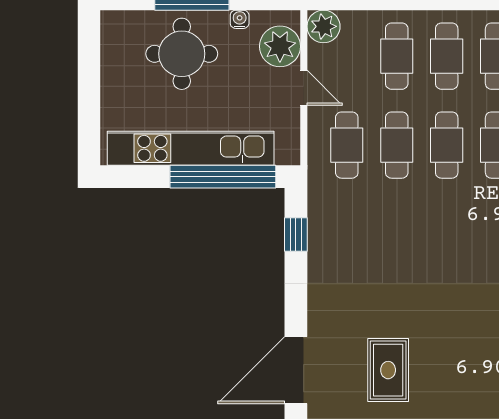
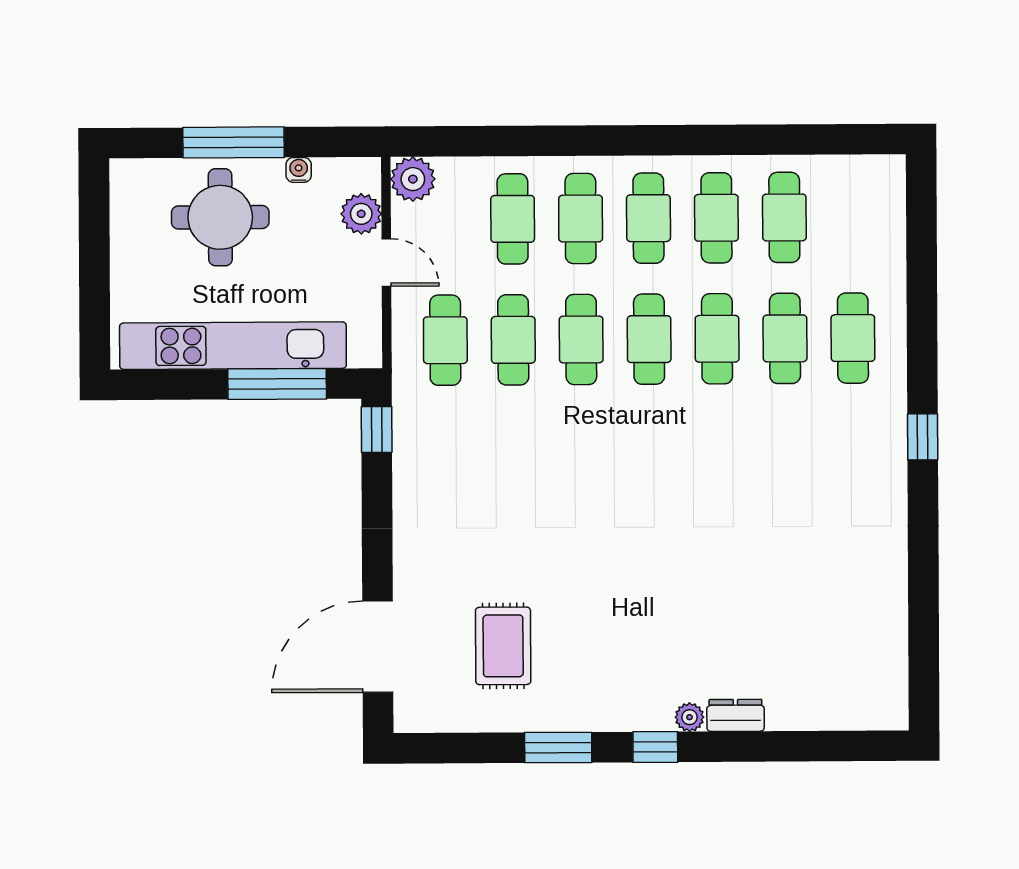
plant: (280, 46) -> (361, 214), width x0.73, depth x0.73
window: (223, 177) -> (277, 384), width x0.68
window: (296, 235) -> (377, 429), moved

